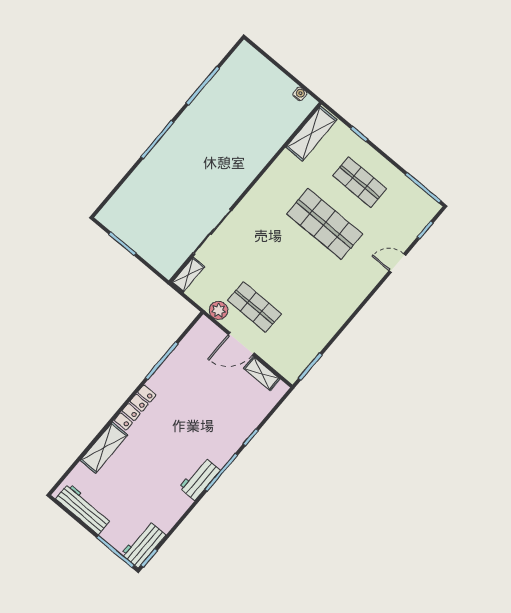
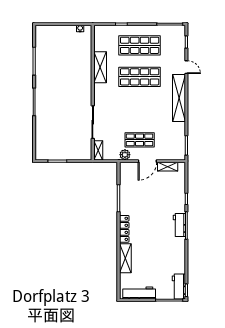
shelving: (311, 133) -> (100, 67), moved
shop shelf: (360, 182) -> (140, 45), width x1.43, depth x1.36
door: (397, 263) -> (186, 67), swing flipped
shelving: (353, 296) -> (179, 98), added
workbench: (200, 479) -> (179, 225), moved

